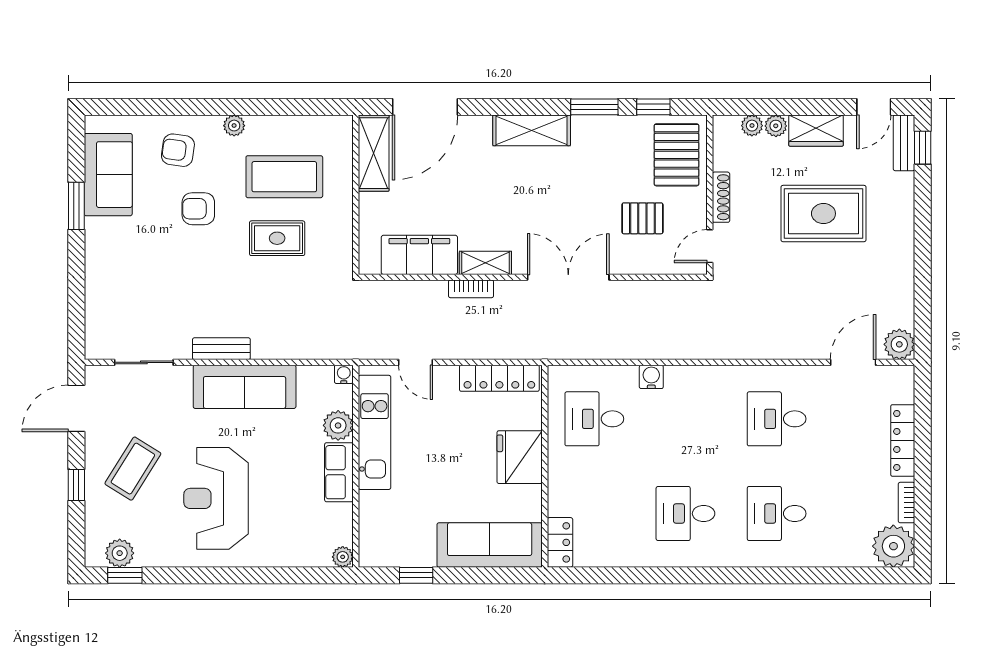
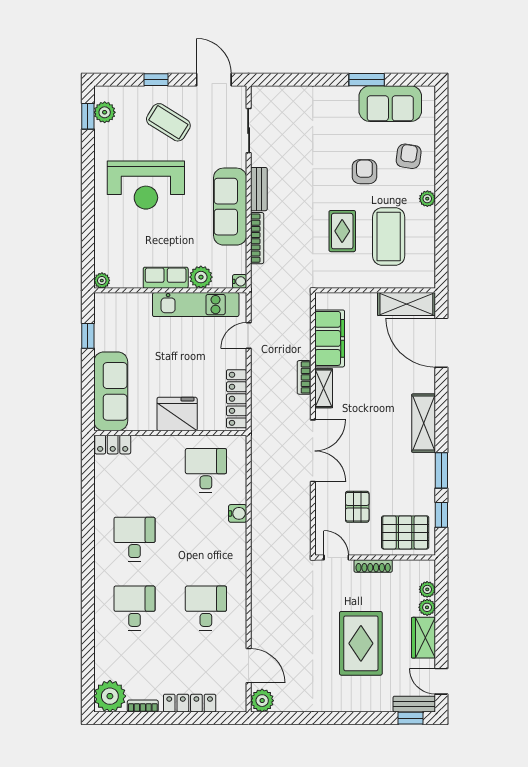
bookcase: (286, 351) -> (257, 238), added
reception desk: (216, 498) -> (146, 185), turned 180

